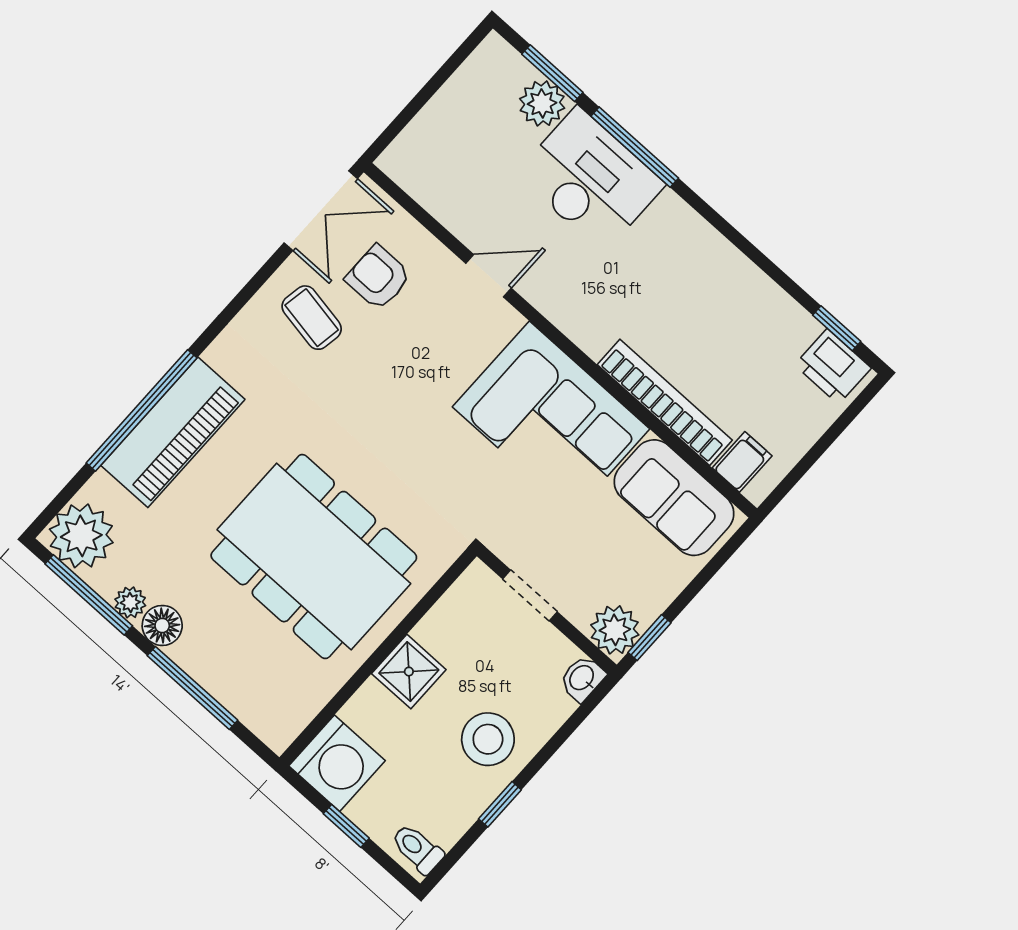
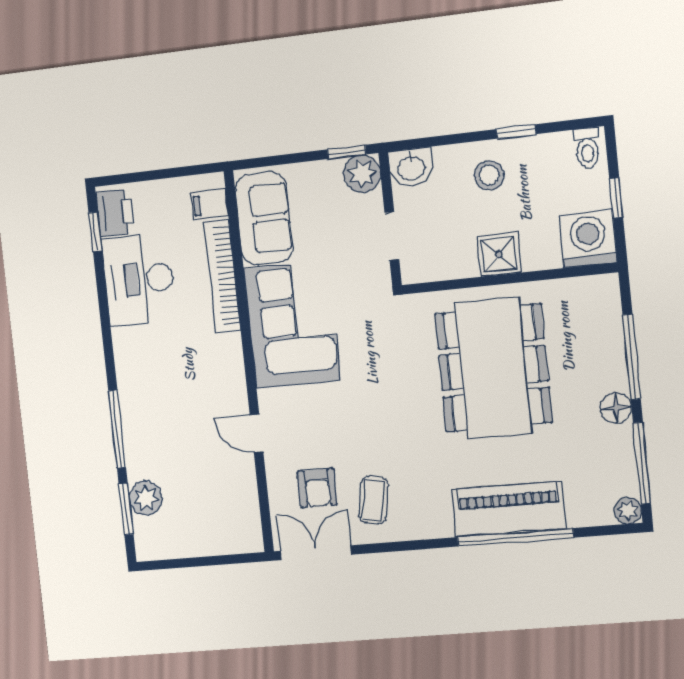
desk: (590, 179) -> (139, 279), moved
plant: (81, 536) -> (628, 511), width x0.53, depth x0.53
plant: (130, 602) -> (622, 437), removed
washbasin: (582, 678) -> (411, 167), width x1.38, depth x1.45
stool: (488, 739) -> (489, 175), width x0.73, depth x0.73

